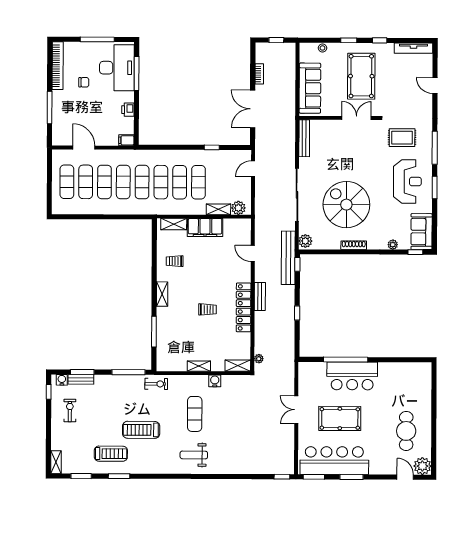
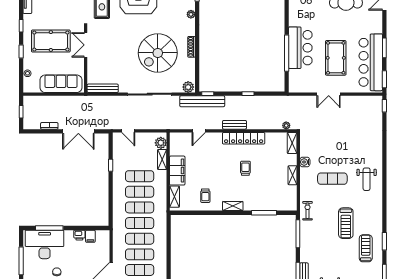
filing cabinet: (126, 140) -> (90, 236), moved

